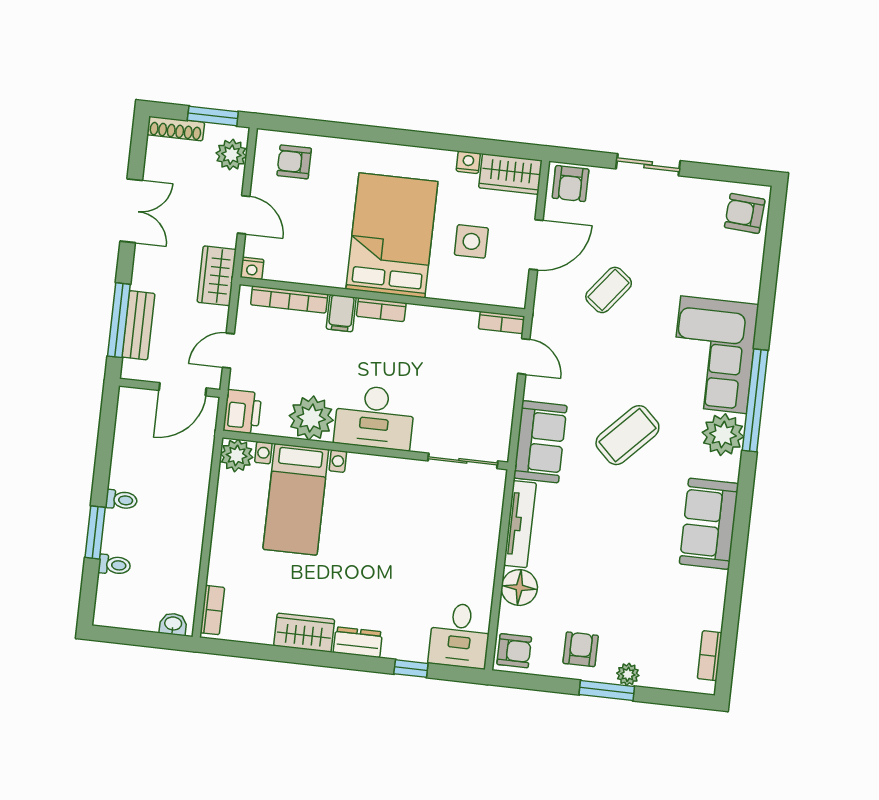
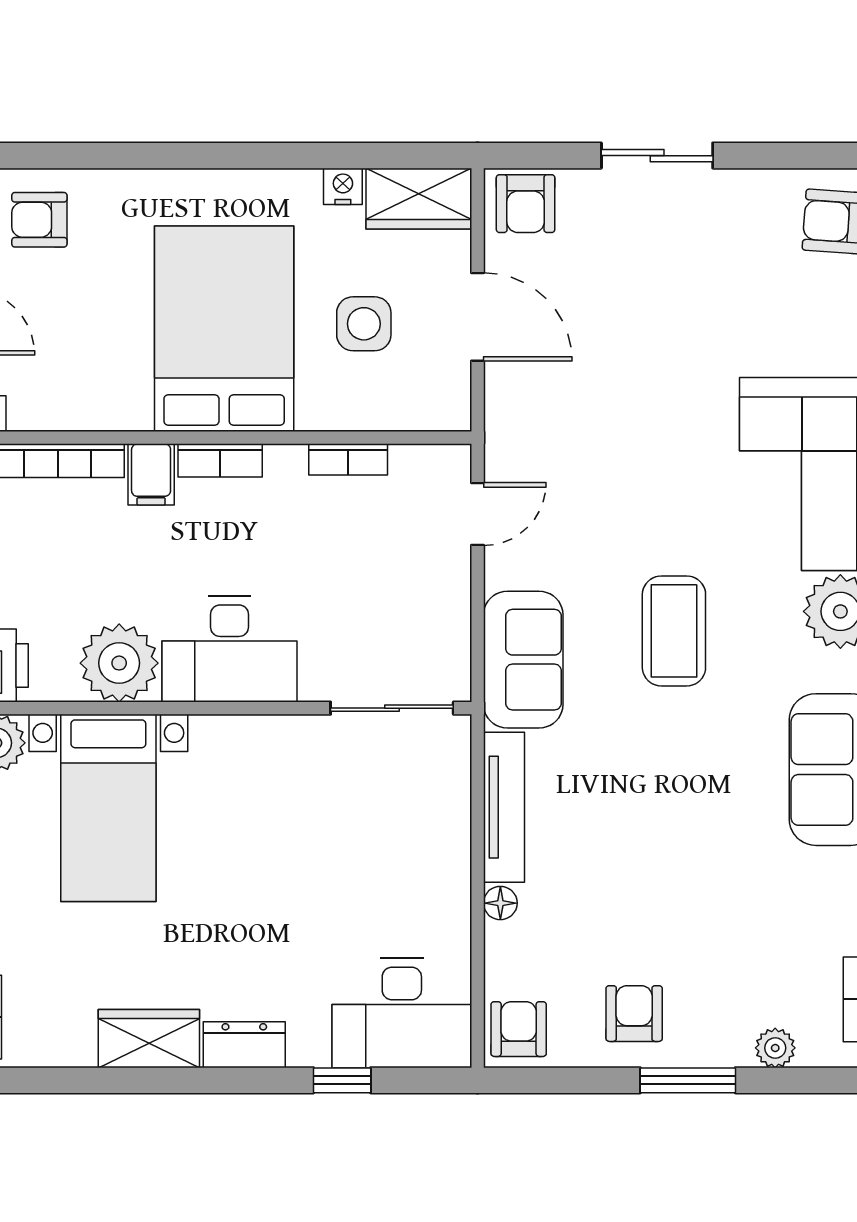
door: (536, 245) -> (478, 317), hinge flipped
coffee table: (609, 290) -> (613, 381), removed
bookcase: (502, 323) -> (348, 459), moved
door: (524, 356) -> (478, 514), hinge flipped
coffee table: (627, 435) -> (674, 631), turned -44
floor lamp: (519, 588) -> (500, 903), width x0.53, depth x0.53
desk: (460, 635) -> (402, 1013), width x1.37
armchair: (514, 651) -> (519, 1029), turned -90
plant: (628, 674) -> (775, 1048), moved

